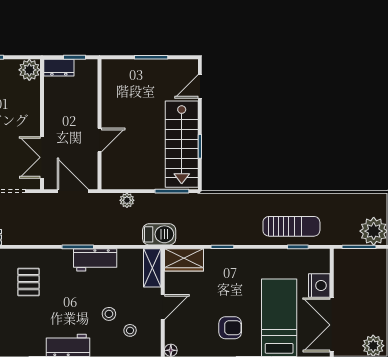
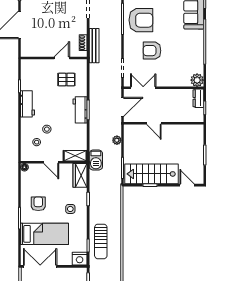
workbench: (95, 260) -> (80, 110), moved
side table: (239, 276) -> (70, 209), added
nightstand: (319, 285) -> (80, 259), moved
armchair: (230, 328) -> (38, 204), turned 180

